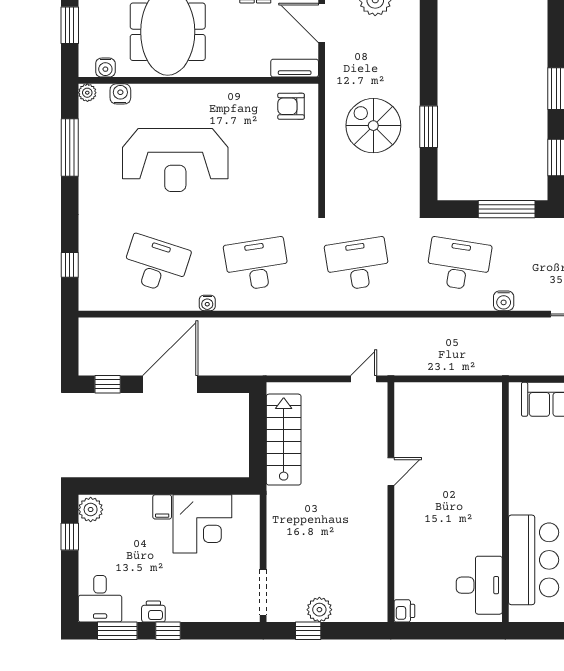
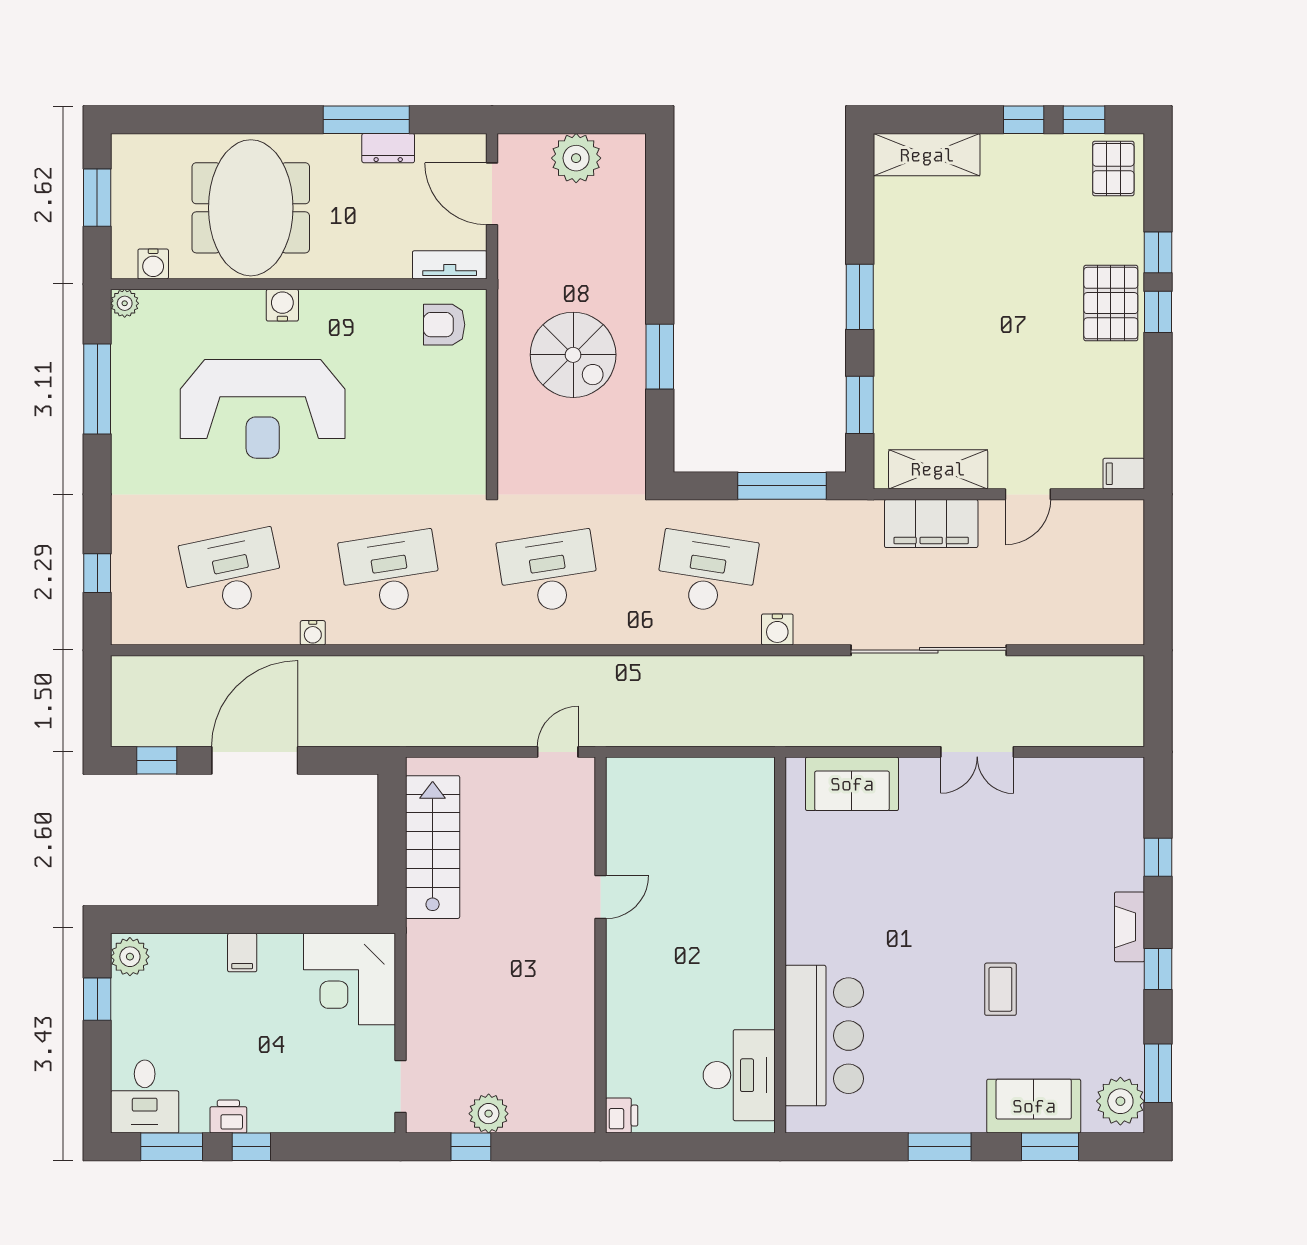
water cooler: (120, 94) -> (282, 305), moved
spiral stairs: (373, 126) -> (573, 355), turned 180
desk: (156, 264) -> (232, 572), turned -30
corner desk: (202, 524) -> (350, 979), moved, turned 90
doorway: (263, 592) -> (400, 1086), width x0.73

